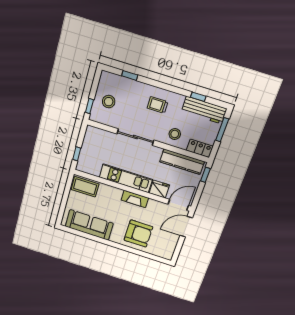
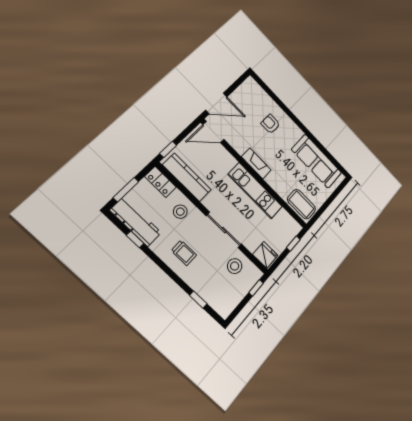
stool: (109, 102) -> (235, 266), moved
fridge: (159, 189) -> (265, 255), moved, turned 180
armchair: (138, 234) -> (270, 124), width x0.53, depth x0.53

